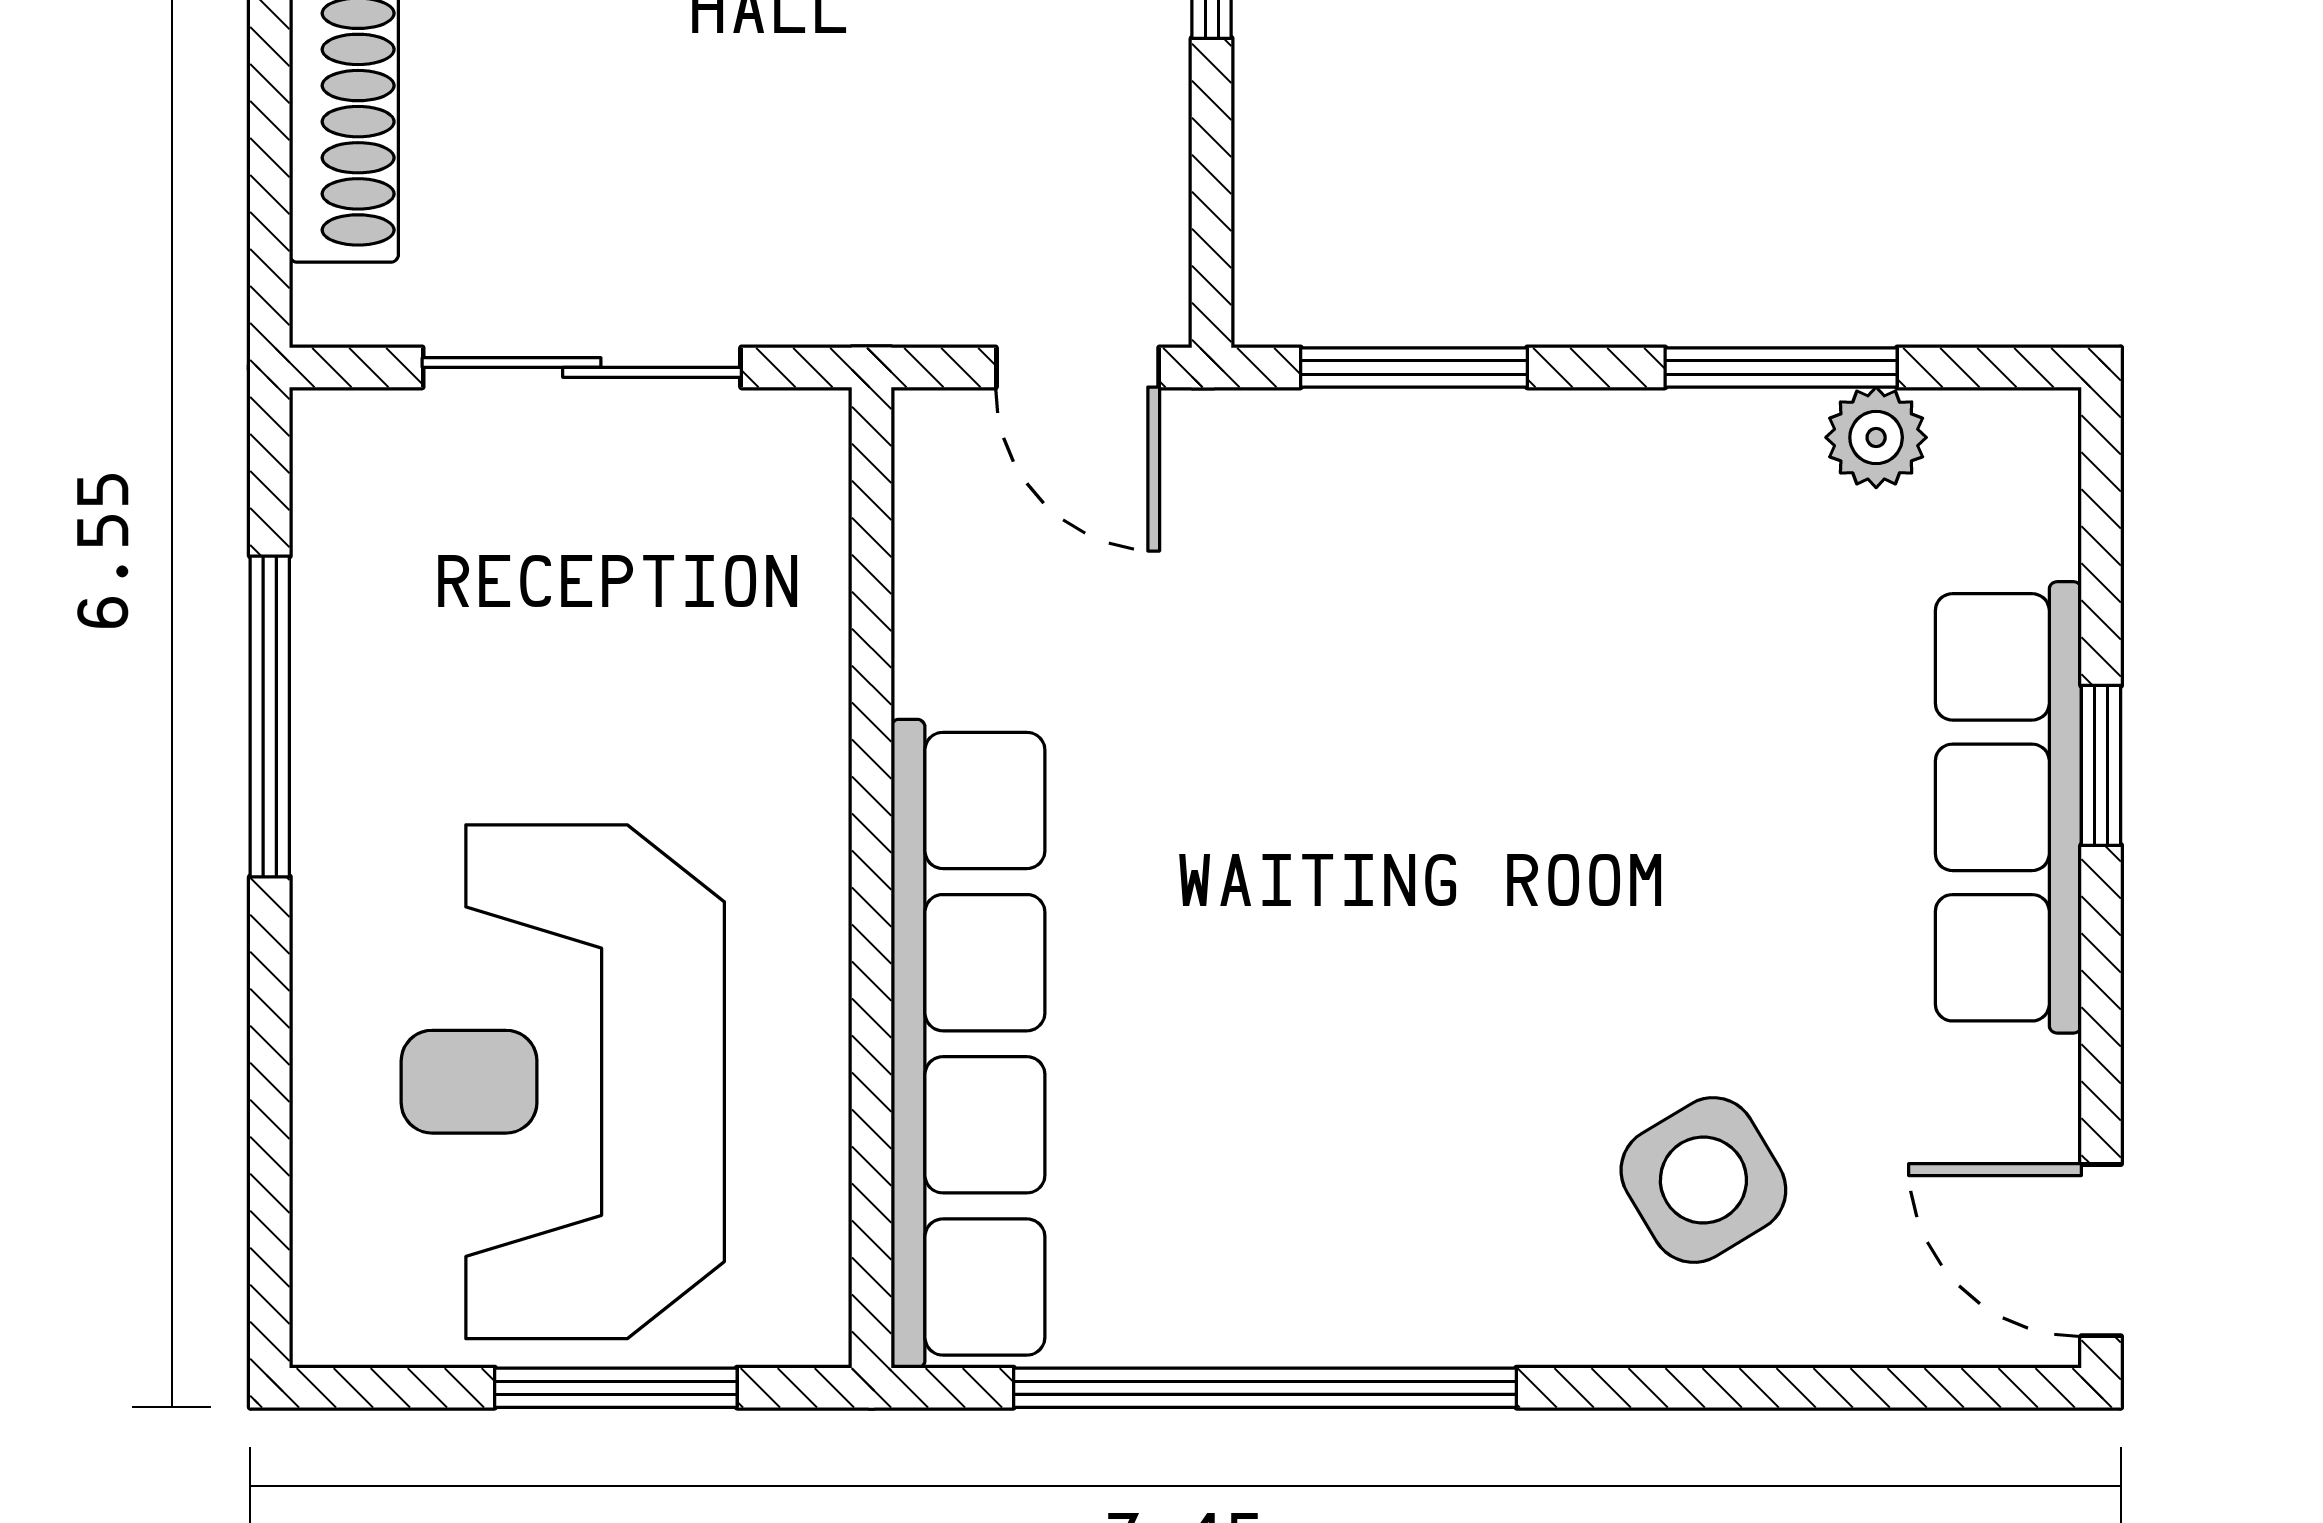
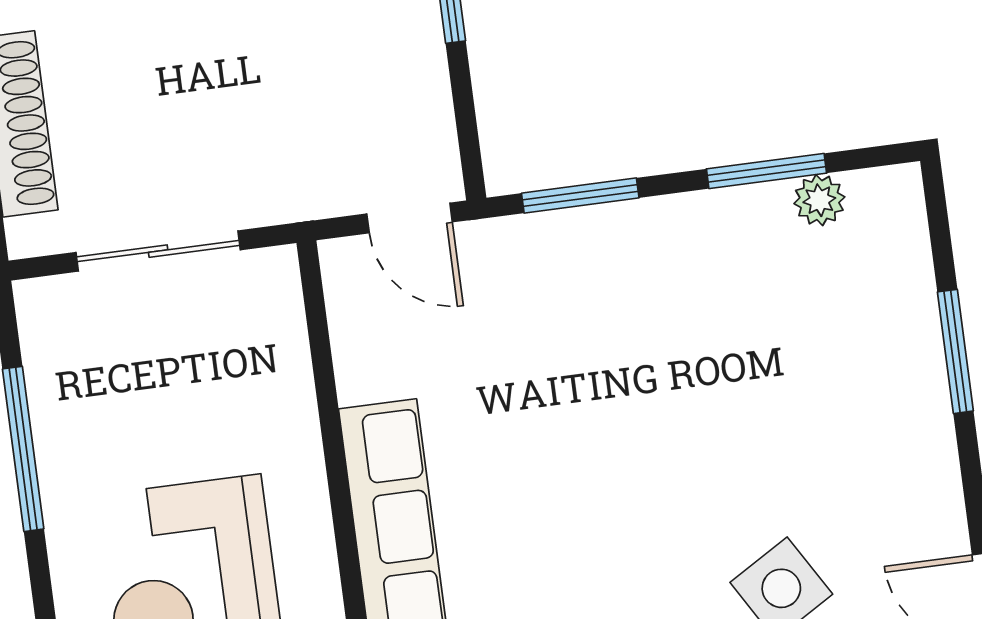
window: (2101, 765) -> (955, 351), width x1.50
row of seats: (2008, 807) -> (911, 379), removed

